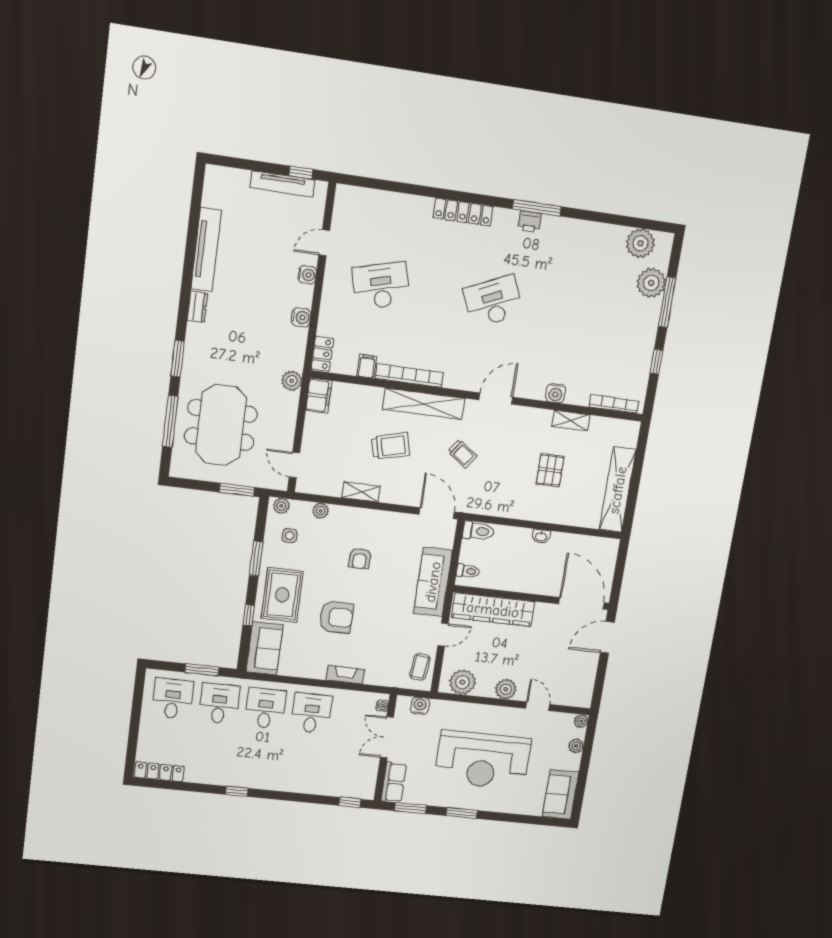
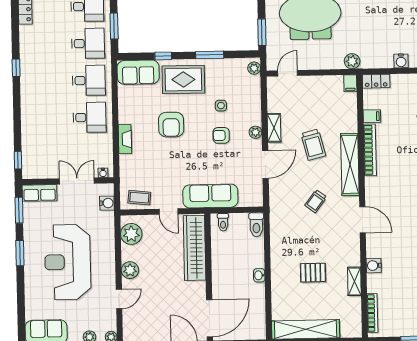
filing cabinet: (319, 396) -> (350, 83), width x0.50
plant: (320, 511) -> (255, 132), moved
door: (437, 513) -> (265, 164), moved
side table: (290, 536) -> (221, 106), moved

